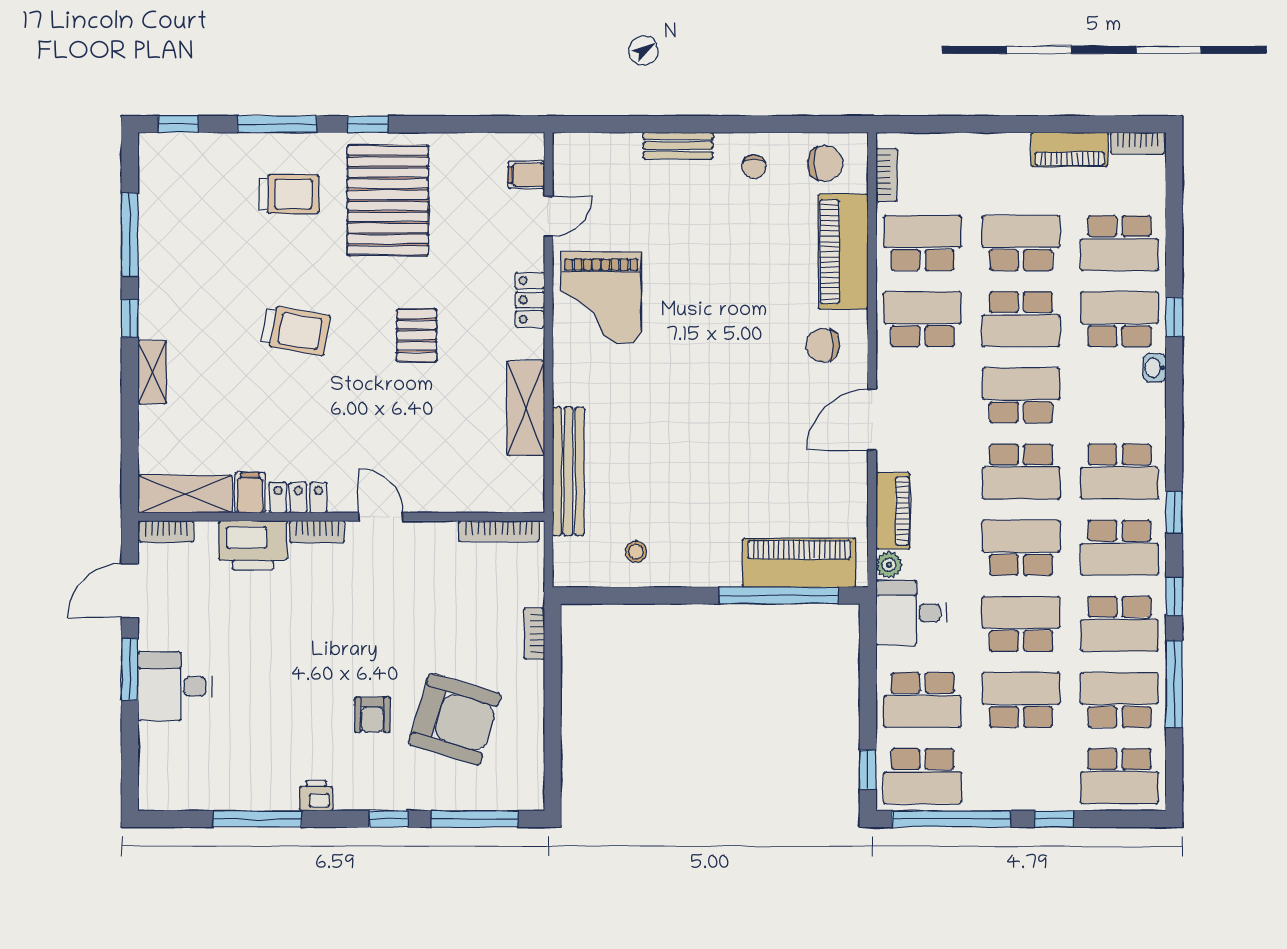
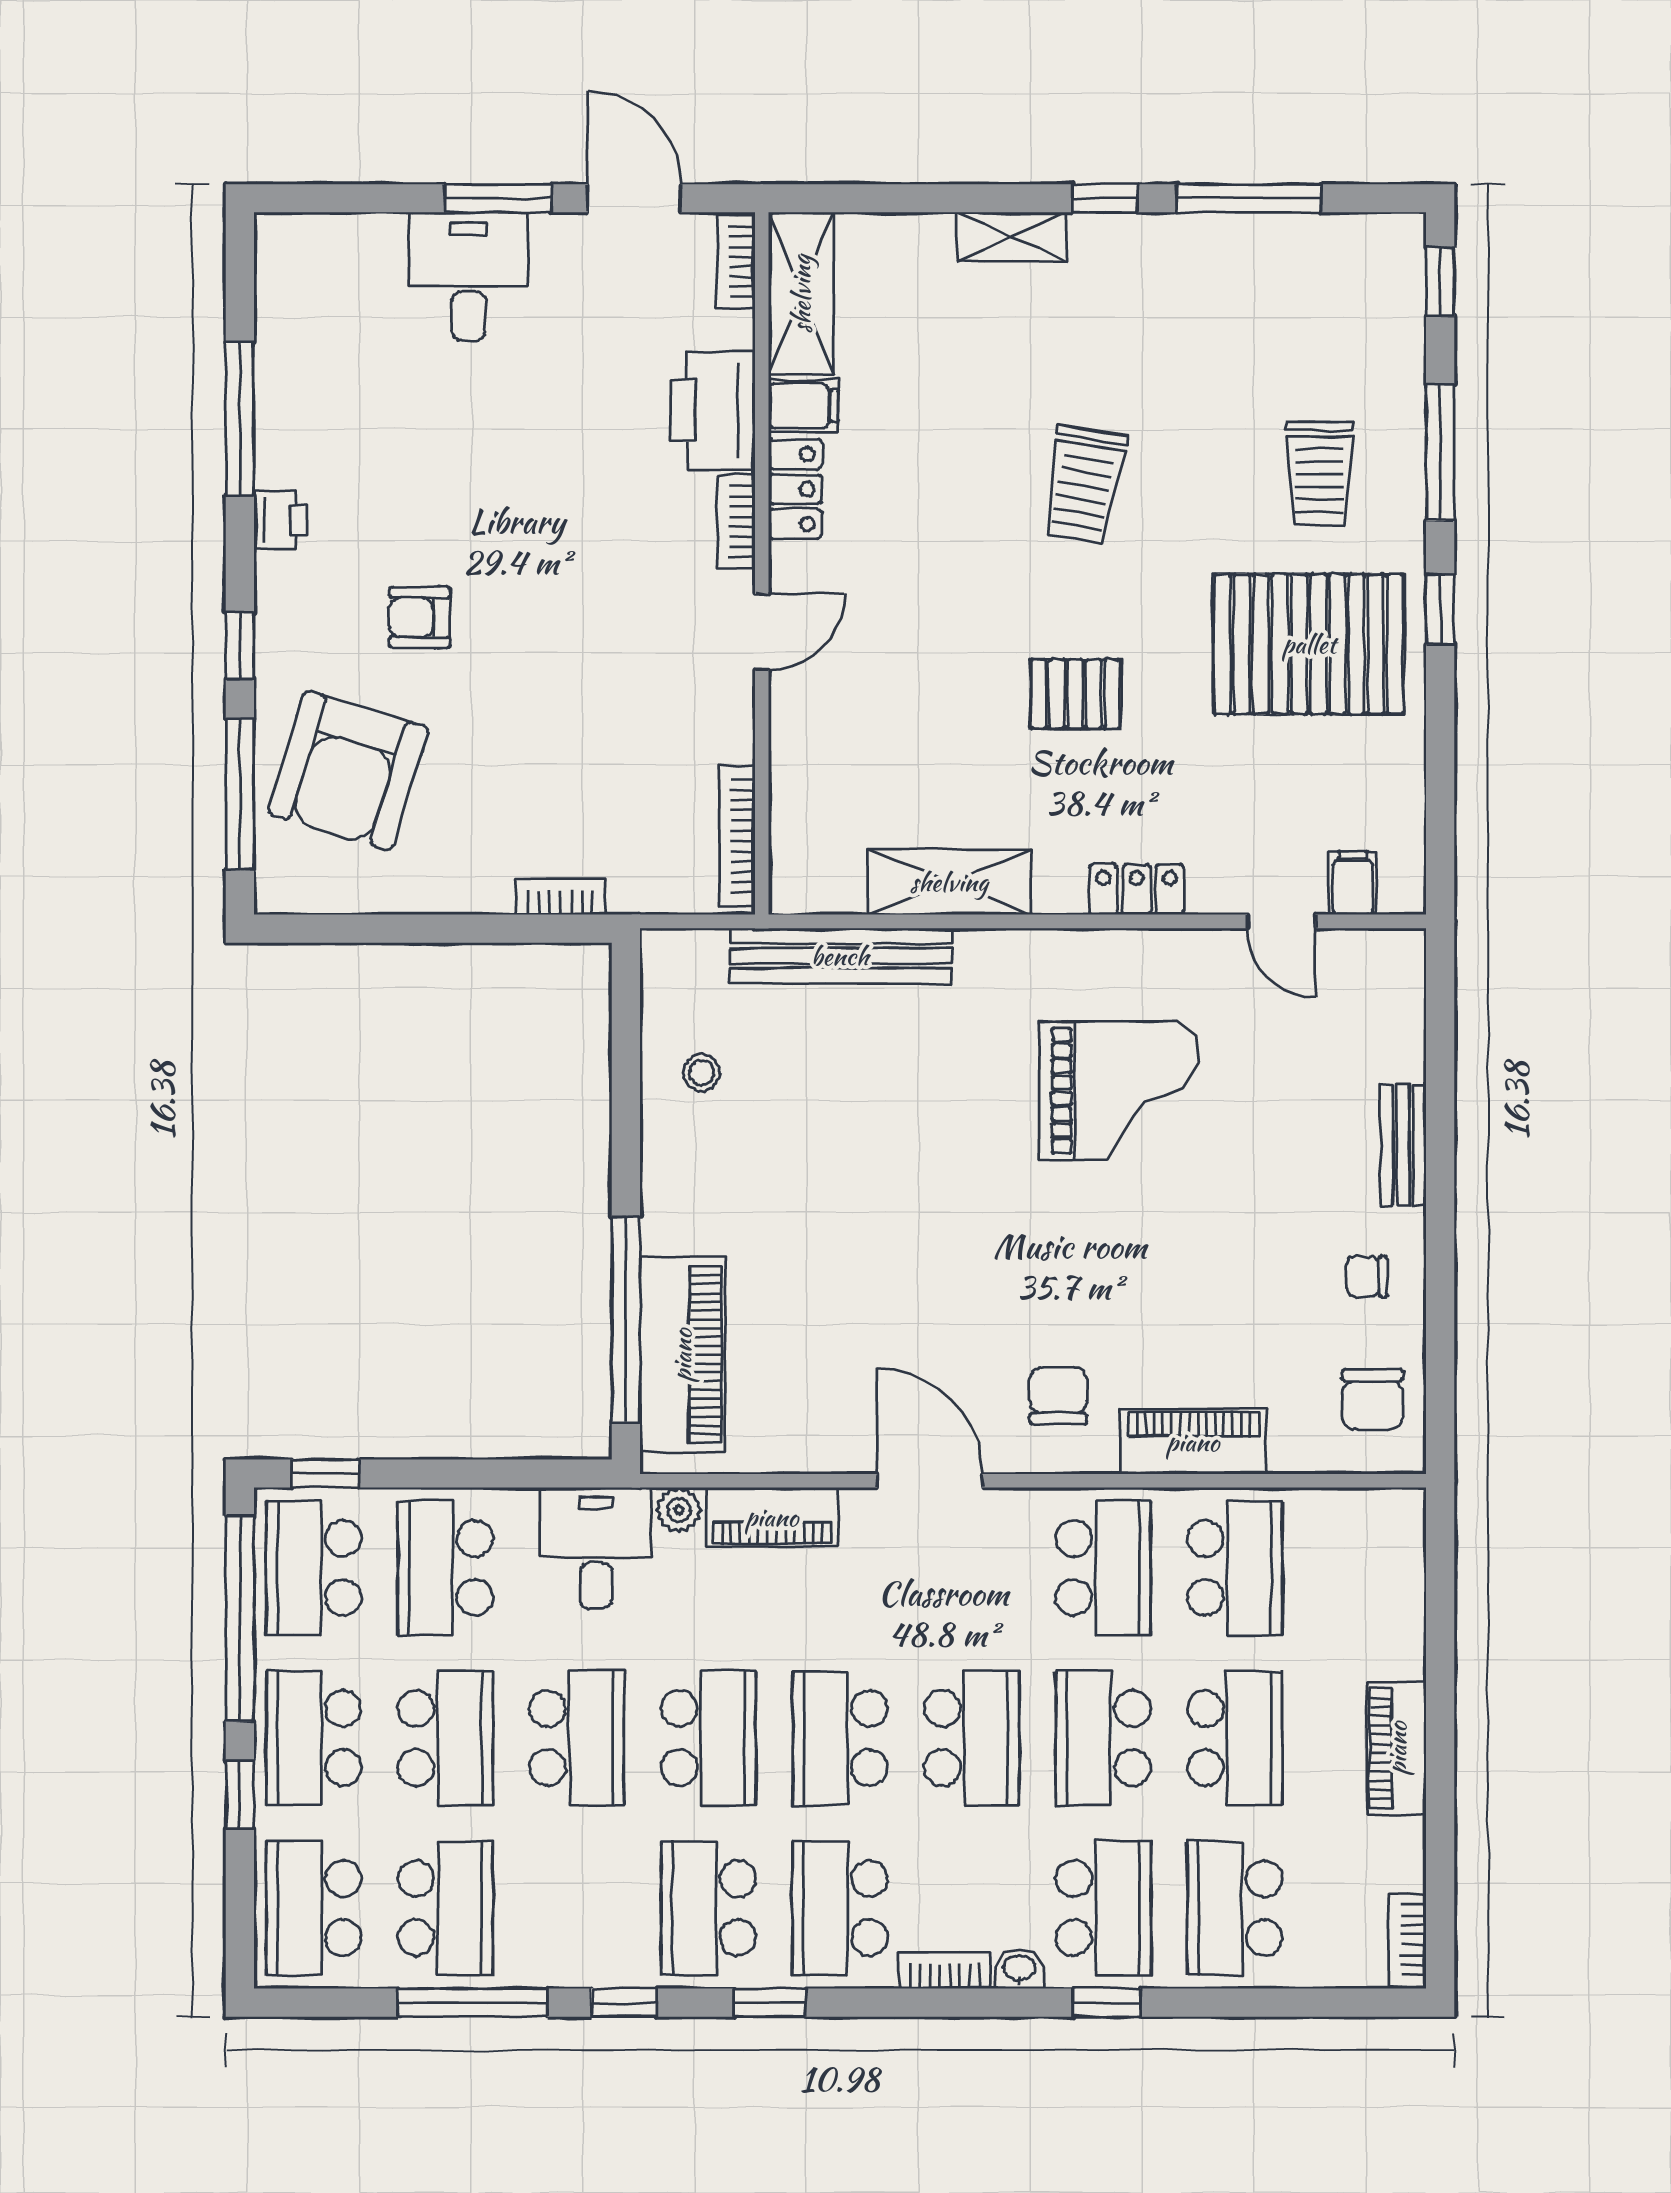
piano: (1070, 149) -> (1397, 1748), moved
bookcase: (887, 175) -> (945, 1970), moved, turned 180
piano: (843, 252) -> (1193, 1442), width x0.73, depth x0.75
grand piano: (601, 298) -> (1119, 1090), moved, turned 180
school desk: (1119, 624) -> (314, 1738), moved
armchair: (455, 719) -> (348, 771), moved

